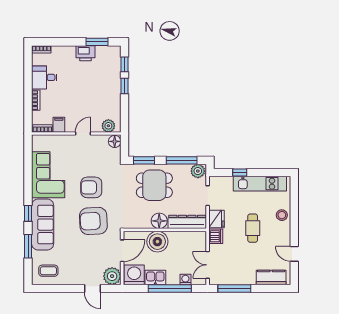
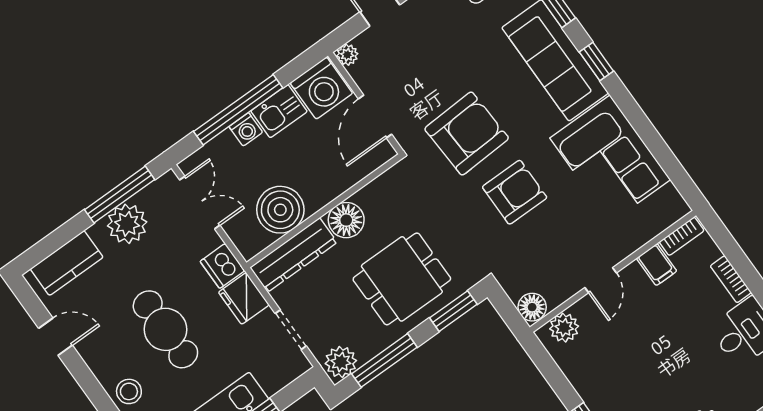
cafe table: (253, 228) -> (165, 329), width x1.37, depth x1.35
boiler: (157, 242) -> (280, 210), moved
plant: (112, 276) -> (347, 55), width x0.53, depth x0.53
plant: (239, 276) -> (127, 224), added
washing machine: (185, 279) -> (246, 129), moved

